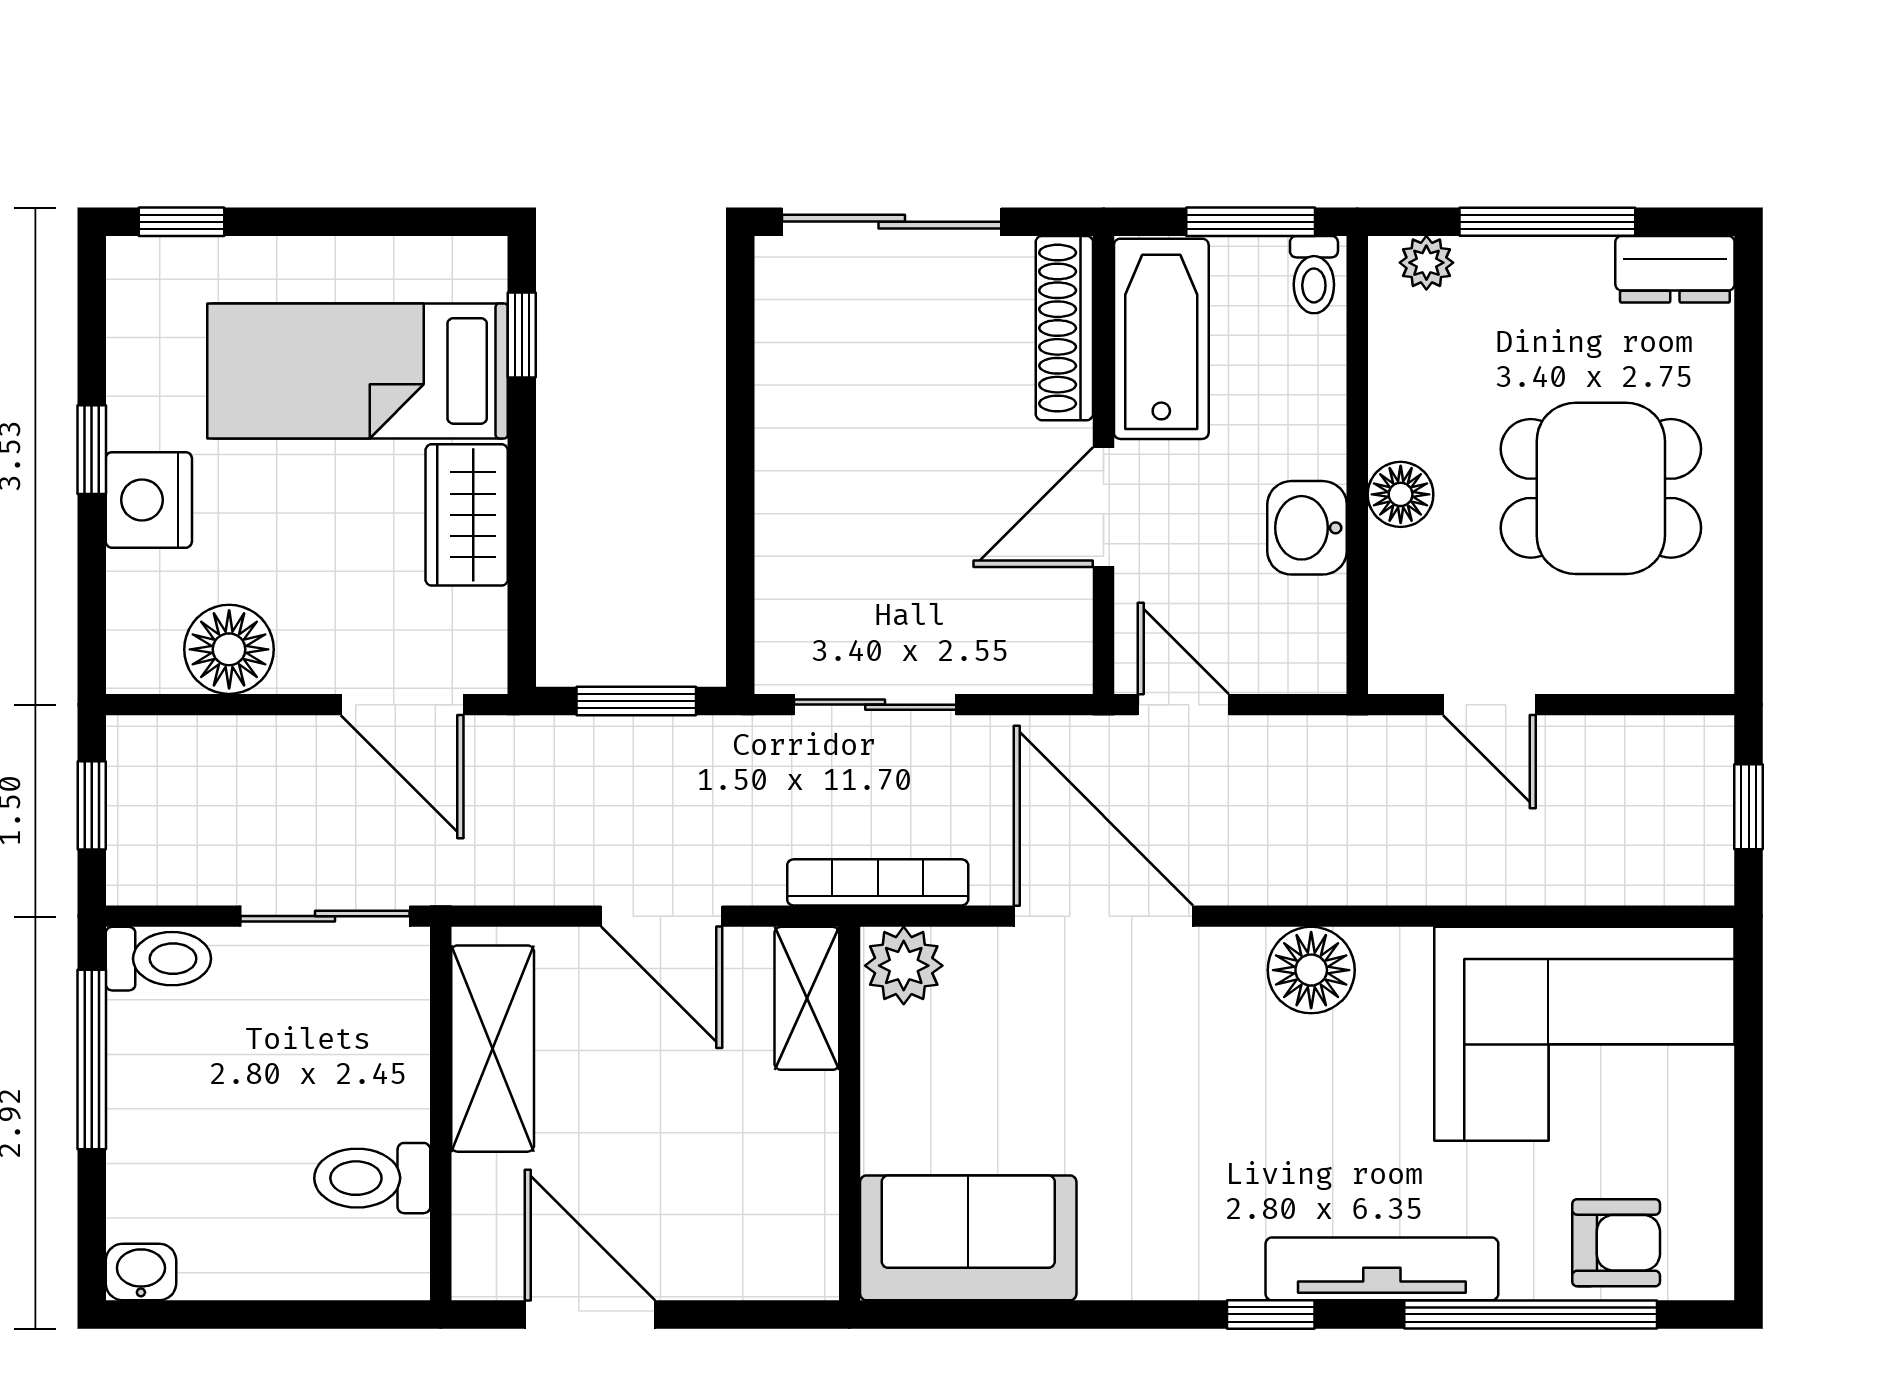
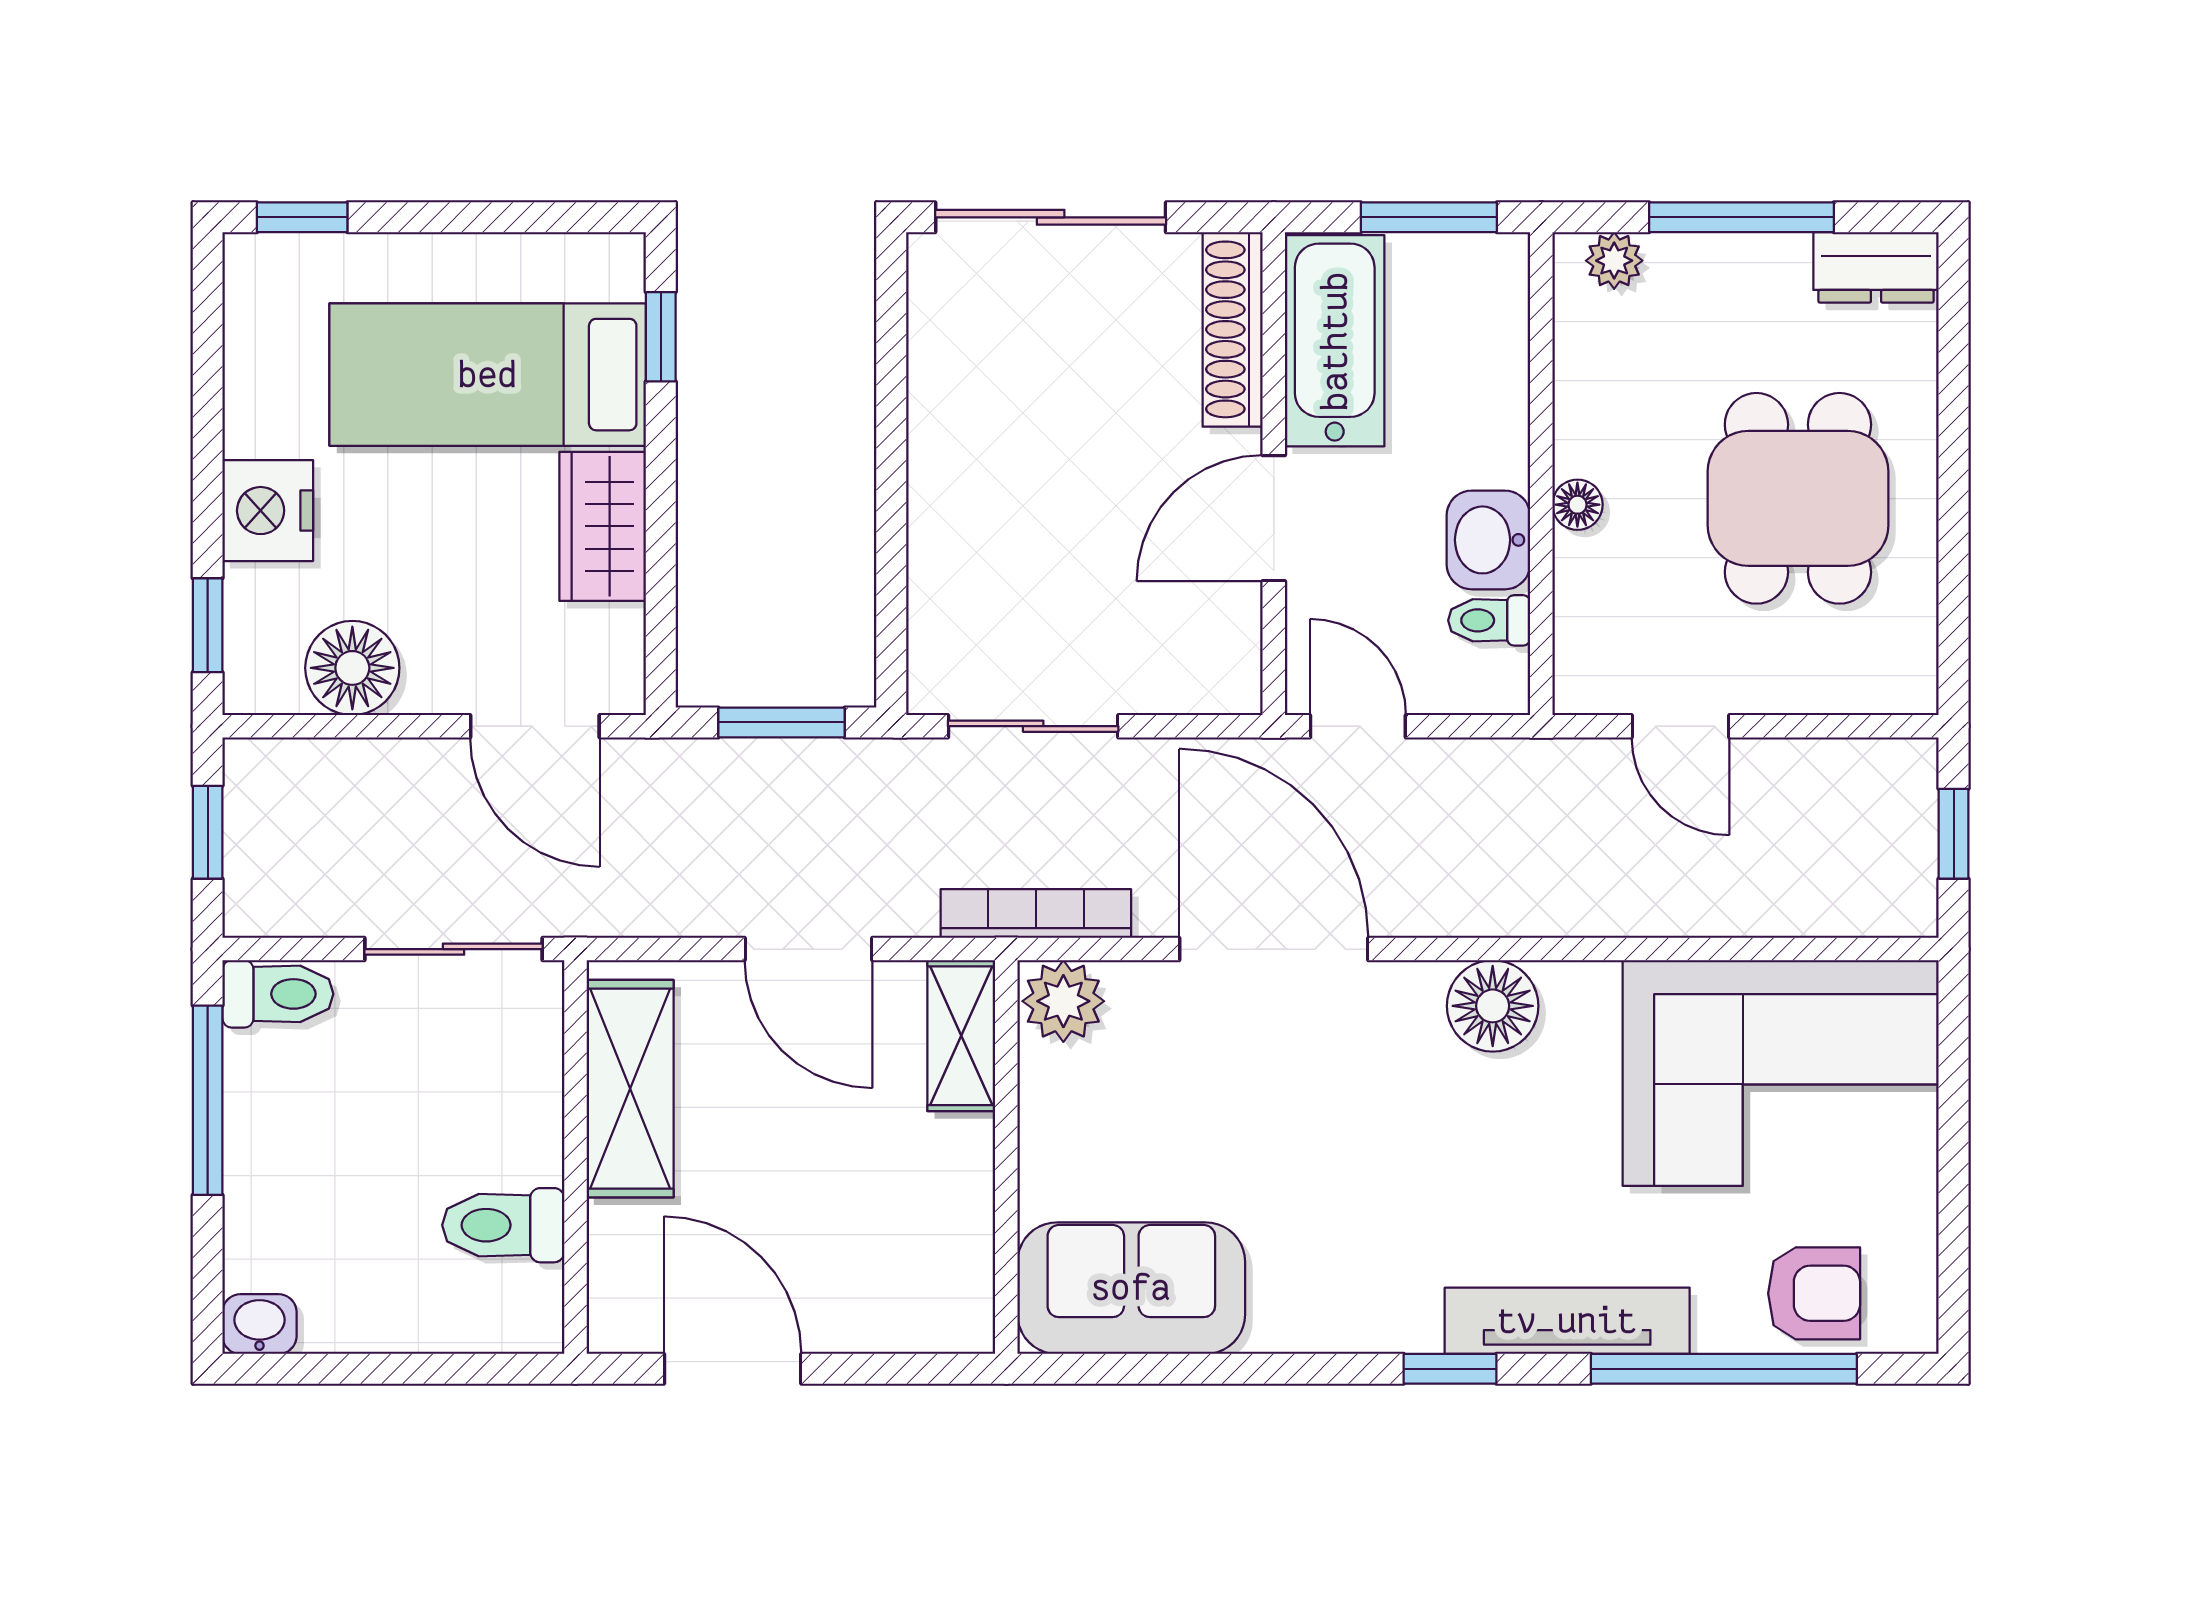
toilet: (1314, 275) -> (1489, 620), moved, turned 90
window: (92, 450) -> (208, 625), moved
dining table: (1601, 488) -> (1798, 498), turned 90
floor lamp: (1401, 494) -> (1577, 505), width x0.73, depth x0.73

